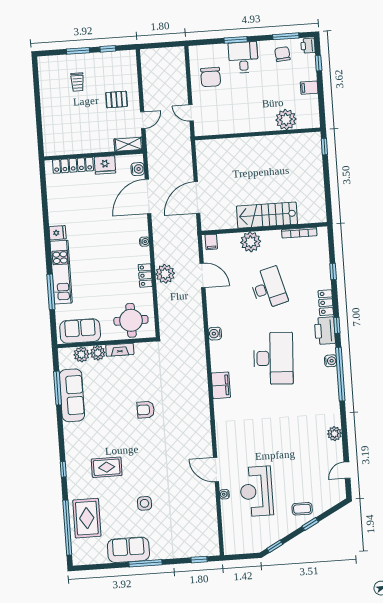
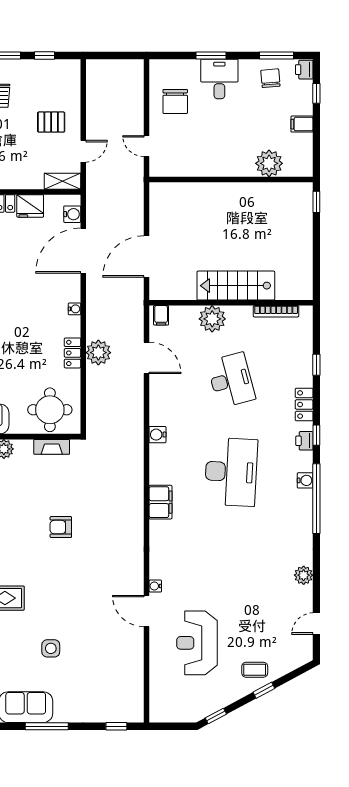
printer: (325, 331) -> (304, 441), width x0.53, depth x0.68
fireplace: (120, 350) -> (52, 447), moved
water cooler: (224, 494) -> (155, 586), moved

